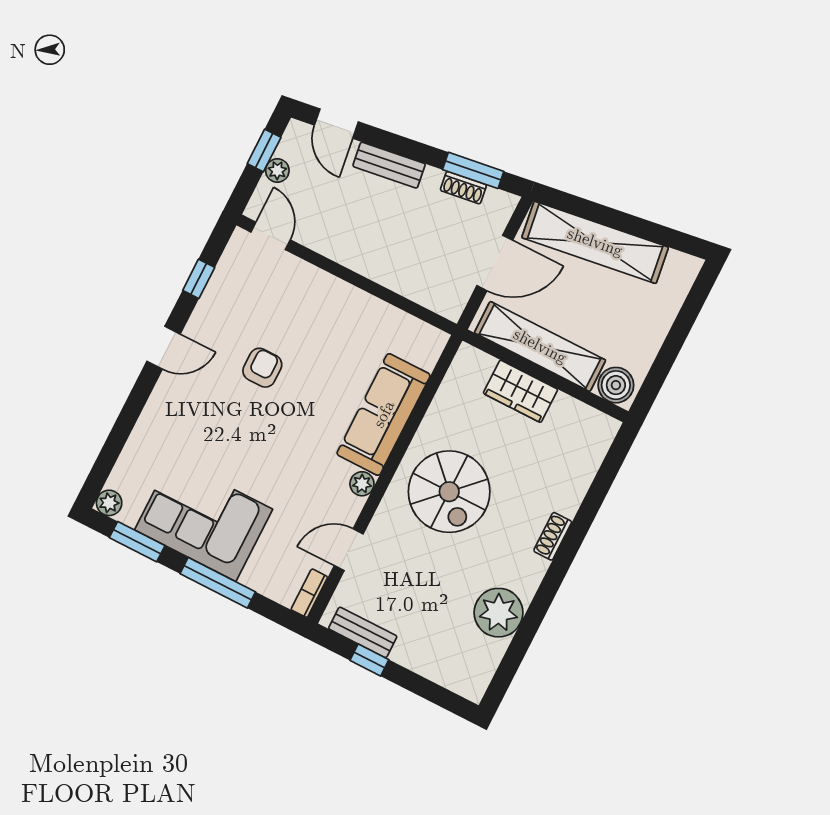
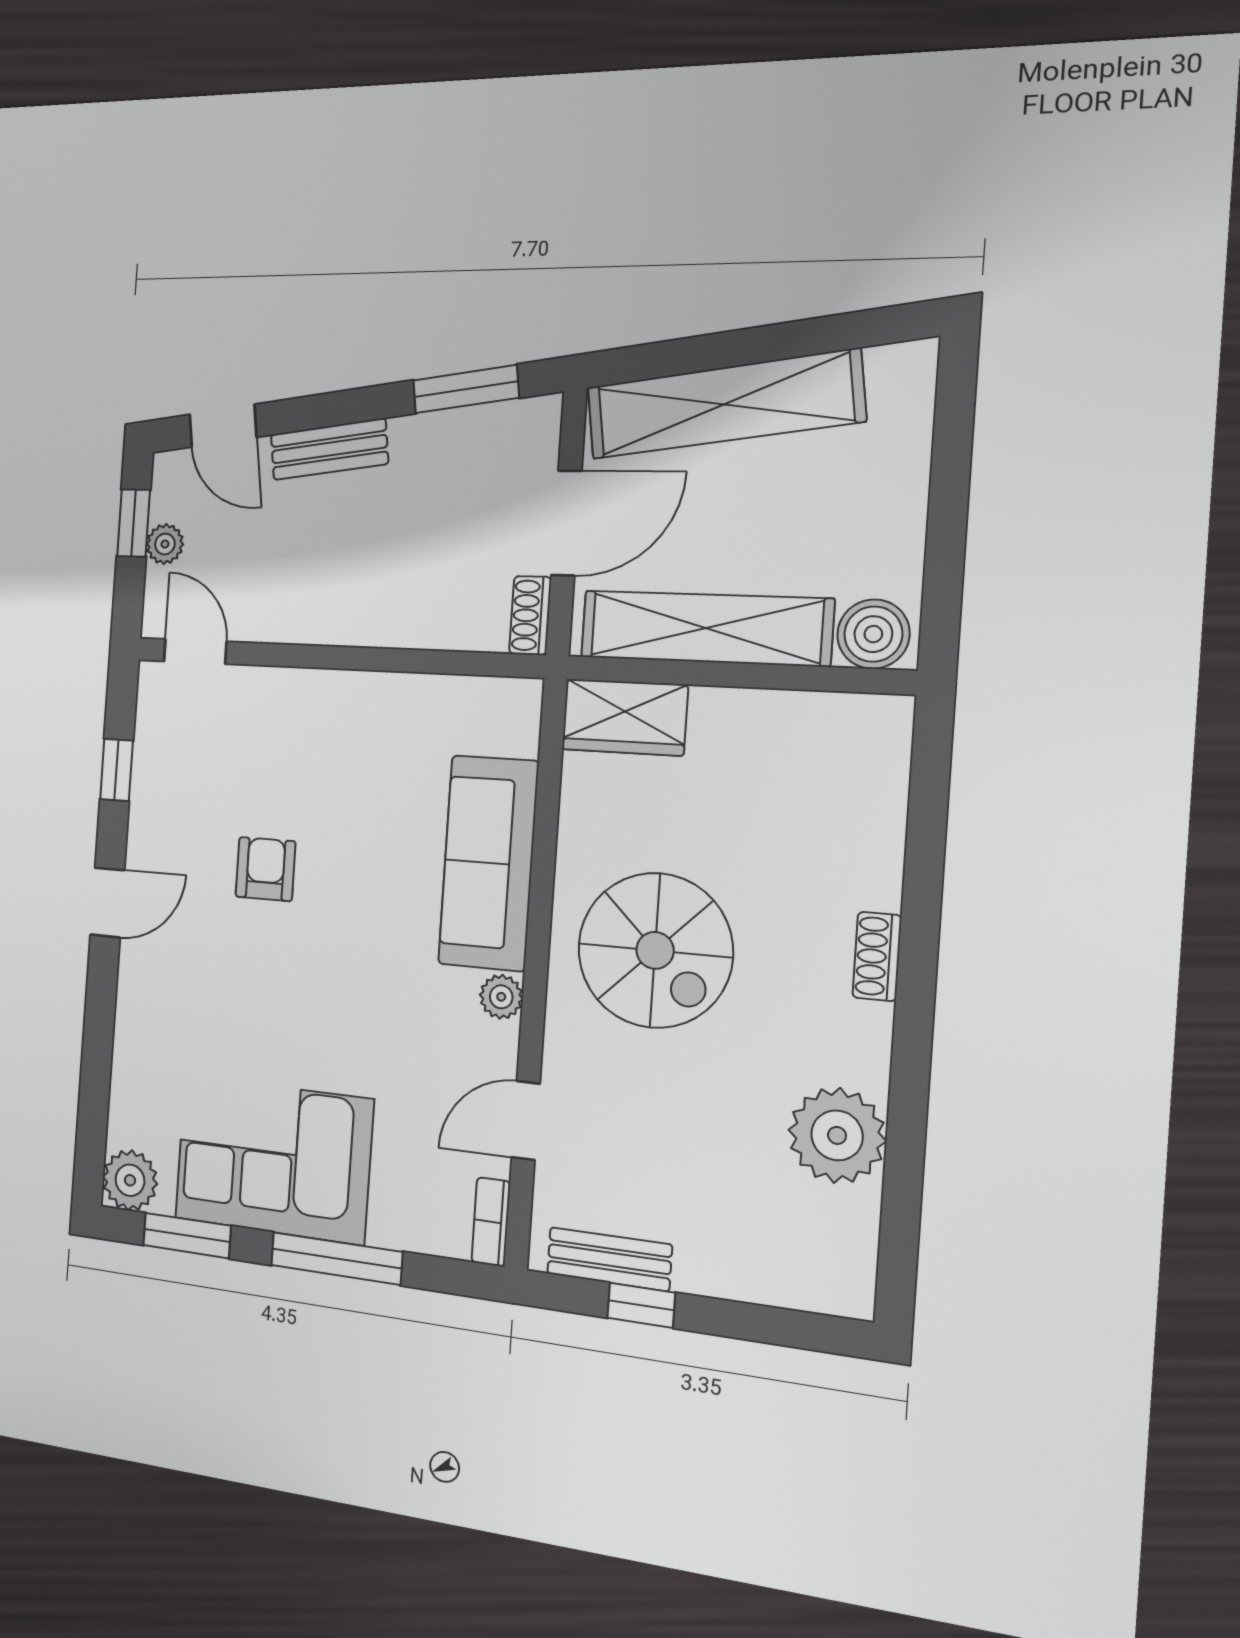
shoe rack: (463, 188) -> (530, 615), moved, turned 98
wardrobe: (520, 391) -> (625, 717), moved
plant: (109, 503) -> (130, 1180), width x1.38, depth x1.38

